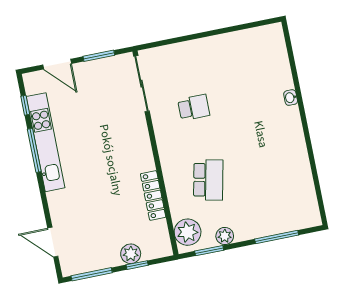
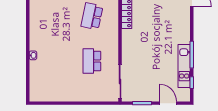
school desk: (194, 108) -> (92, 61), width x1.85
kitchen unit: (46, 142) -> (184, 66), width x0.73

